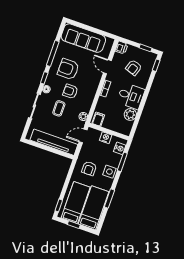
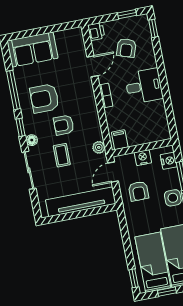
sofa: (83, 38) -> (32, 49), width x0.73
door: (107, 67) -> (92, 66), swing flipped
plant: (130, 114) -> (157, 110), removed
armchair: (89, 168) -> (139, 191), moved

